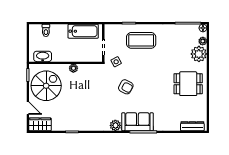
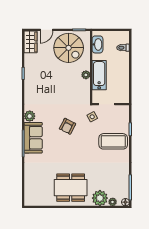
bathtub: (83, 31) -> (99, 75), moved, turned 180
coffee table: (141, 40) -> (113, 141), turned 90
dining table: (188, 84) -> (71, 188), width x1.38
dresser: (192, 126) -> (29, 192), removed

